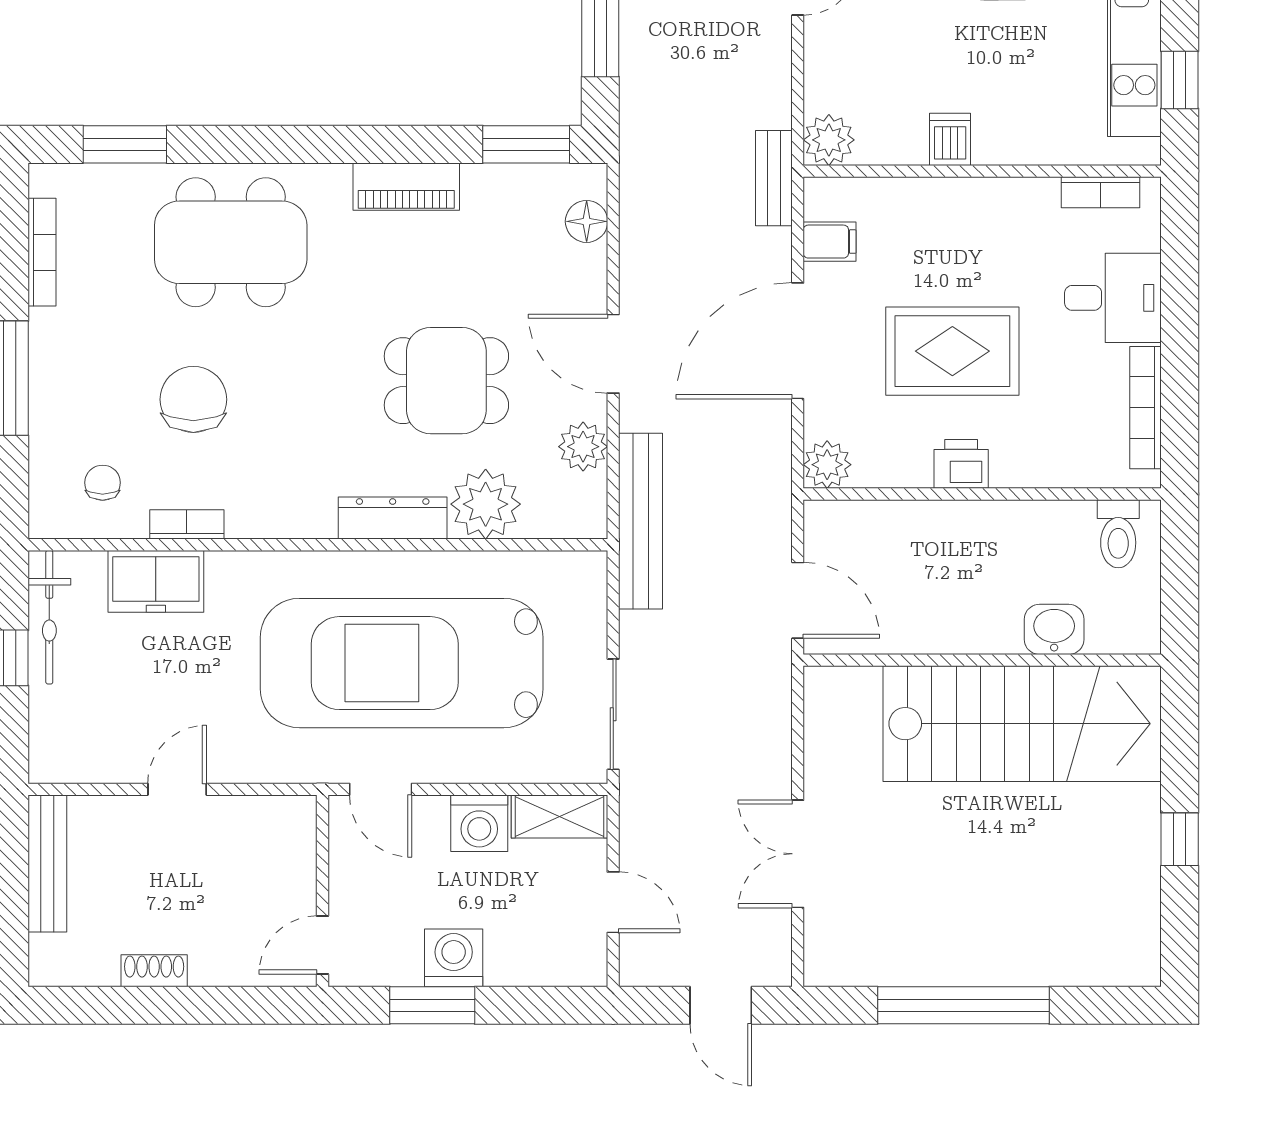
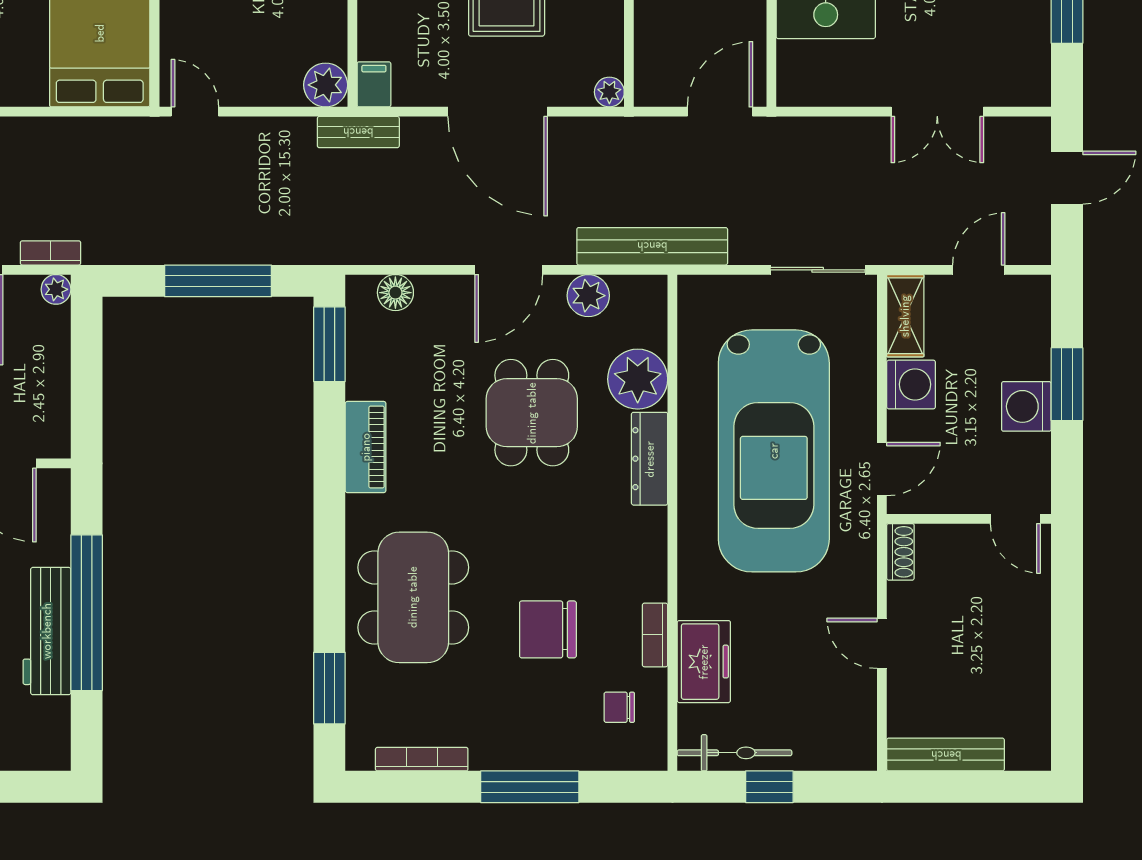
filing cabinet: (830, 242) -> (374, 84), moved
plant: (827, 465) -> (609, 92), width x0.73, depth x0.73
shoe rack: (154, 971) -> (900, 552), moved, turned 180
window: (432, 1005) -> (1067, 384), moved

